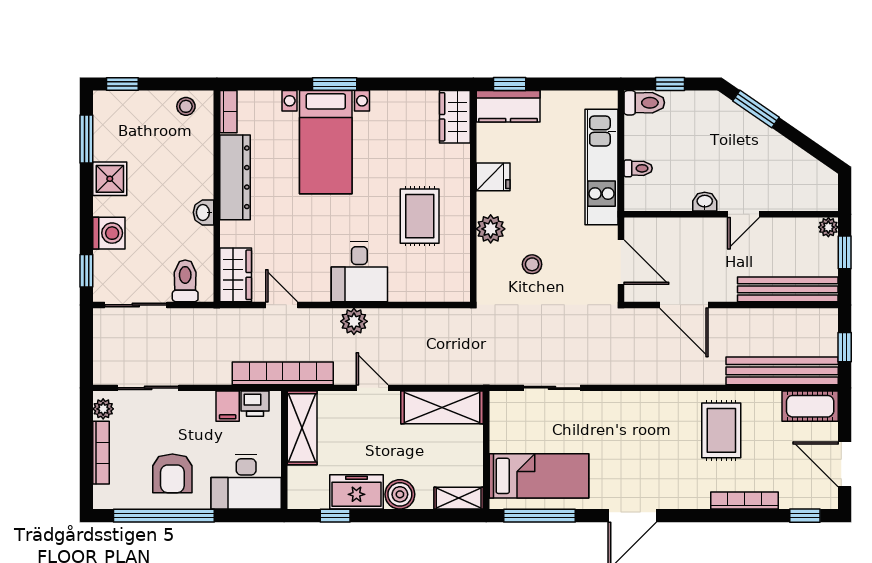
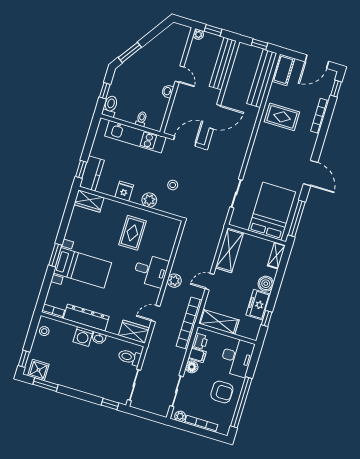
shower: (110, 179) -> (38, 370), moved
rug: (420, 216) -> (132, 233), turned 90
washing machine: (109, 233) -> (83, 336), moved, turned 180
floor lamp: (202, 403) -> (192, 367), added
bed: (539, 476) -> (272, 211), width x1.50

